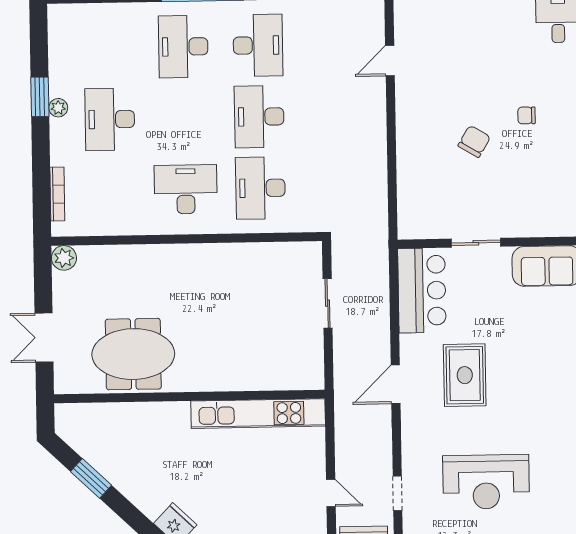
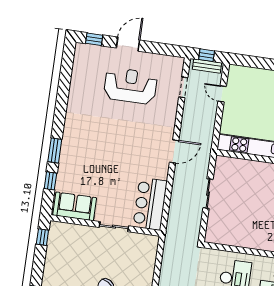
sliding door: (328, 303) -> (208, 194), moved
rug: (465, 375) -> (133, 150), removed

